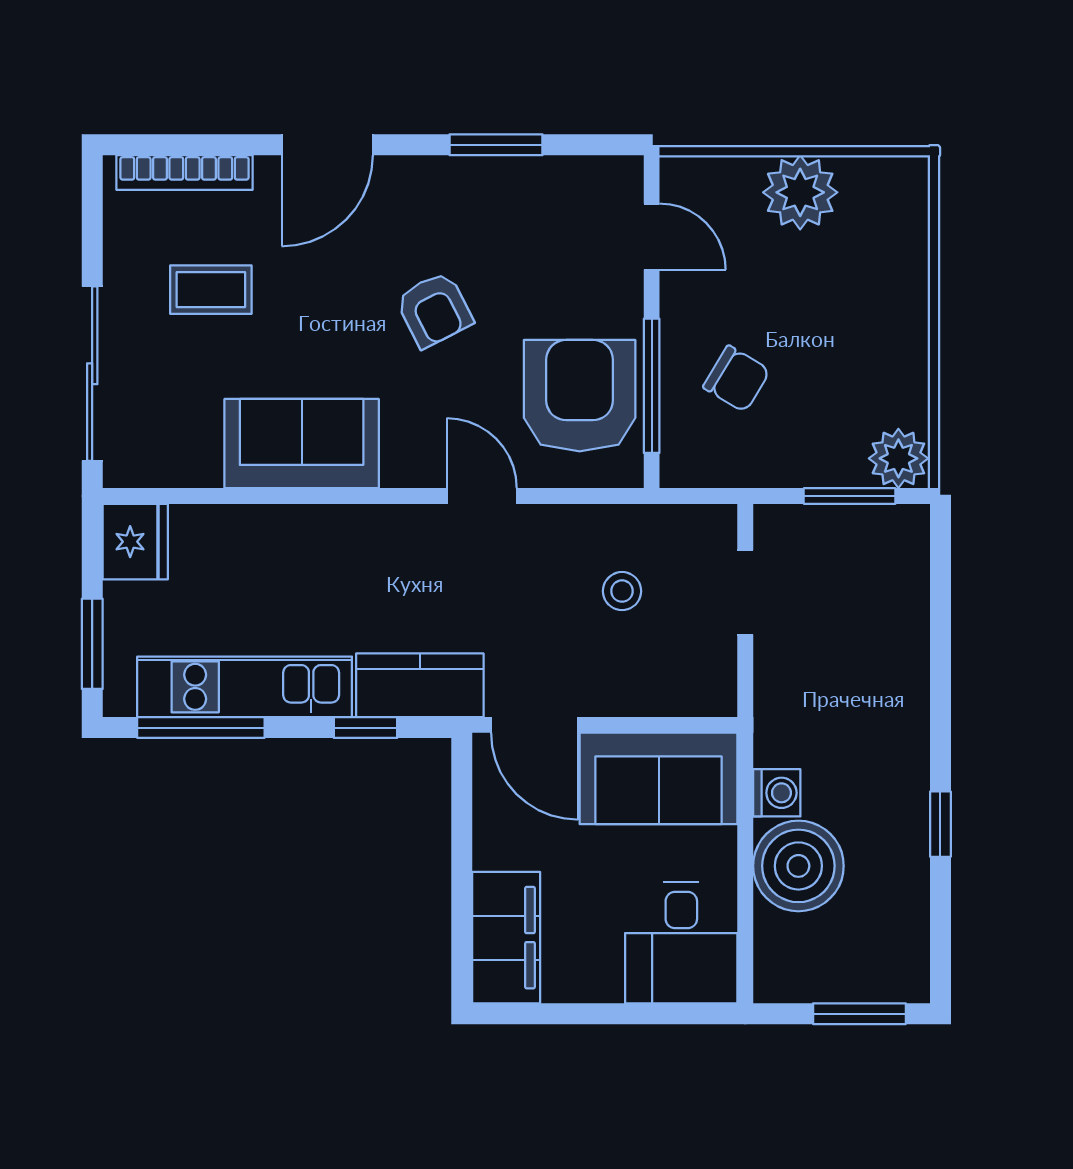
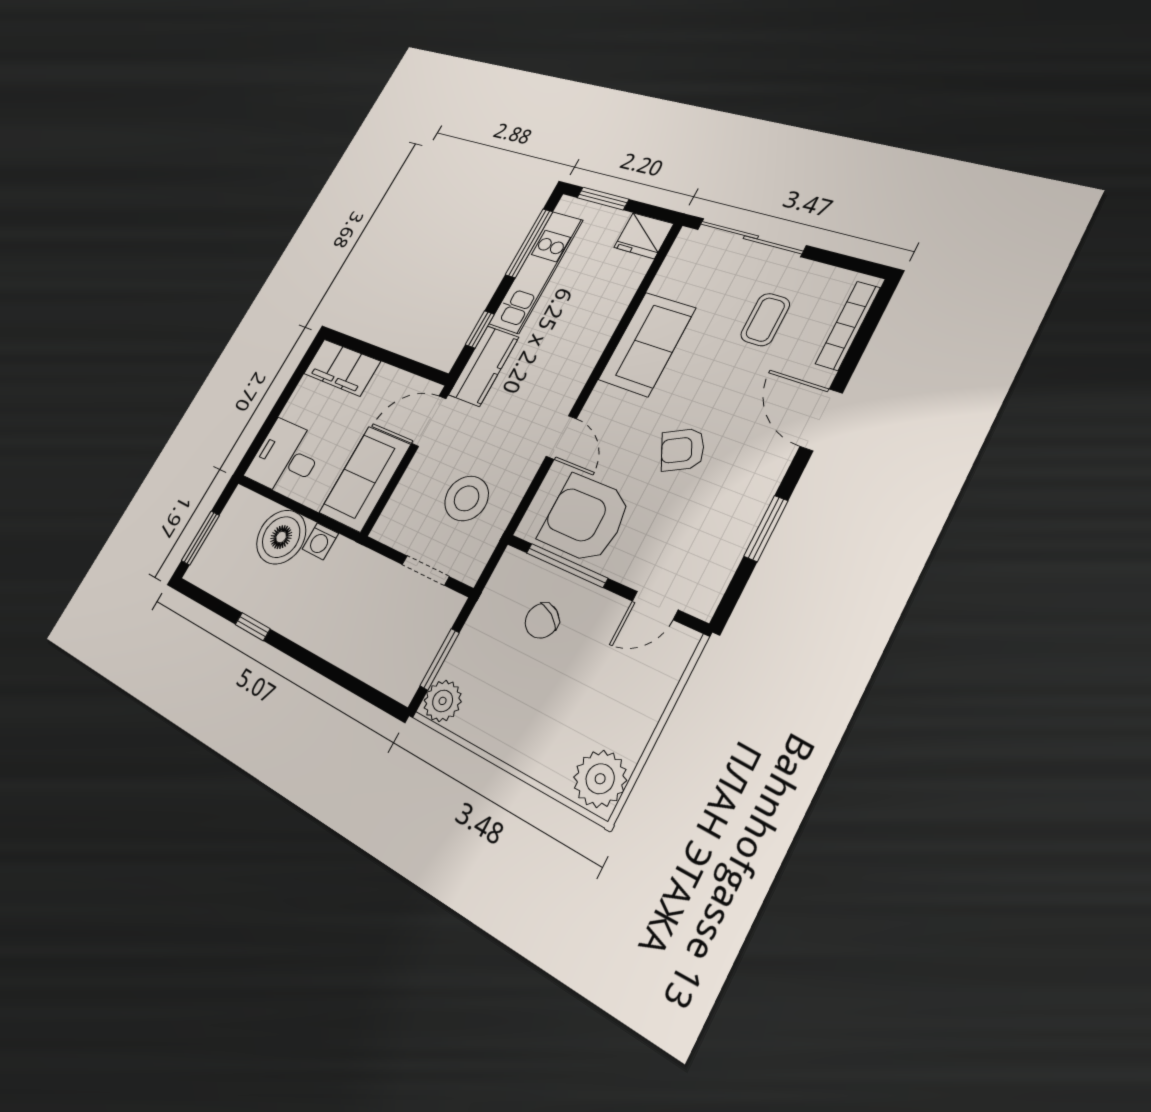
plant: (800, 192) -> (600, 779), moved
armchair: (580, 396) -> (585, 518), turned 180
door: (482, 496) -> (561, 438), hinge flipped
stool: (622, 591) -> (467, 498), width x1.89, depth x1.89

